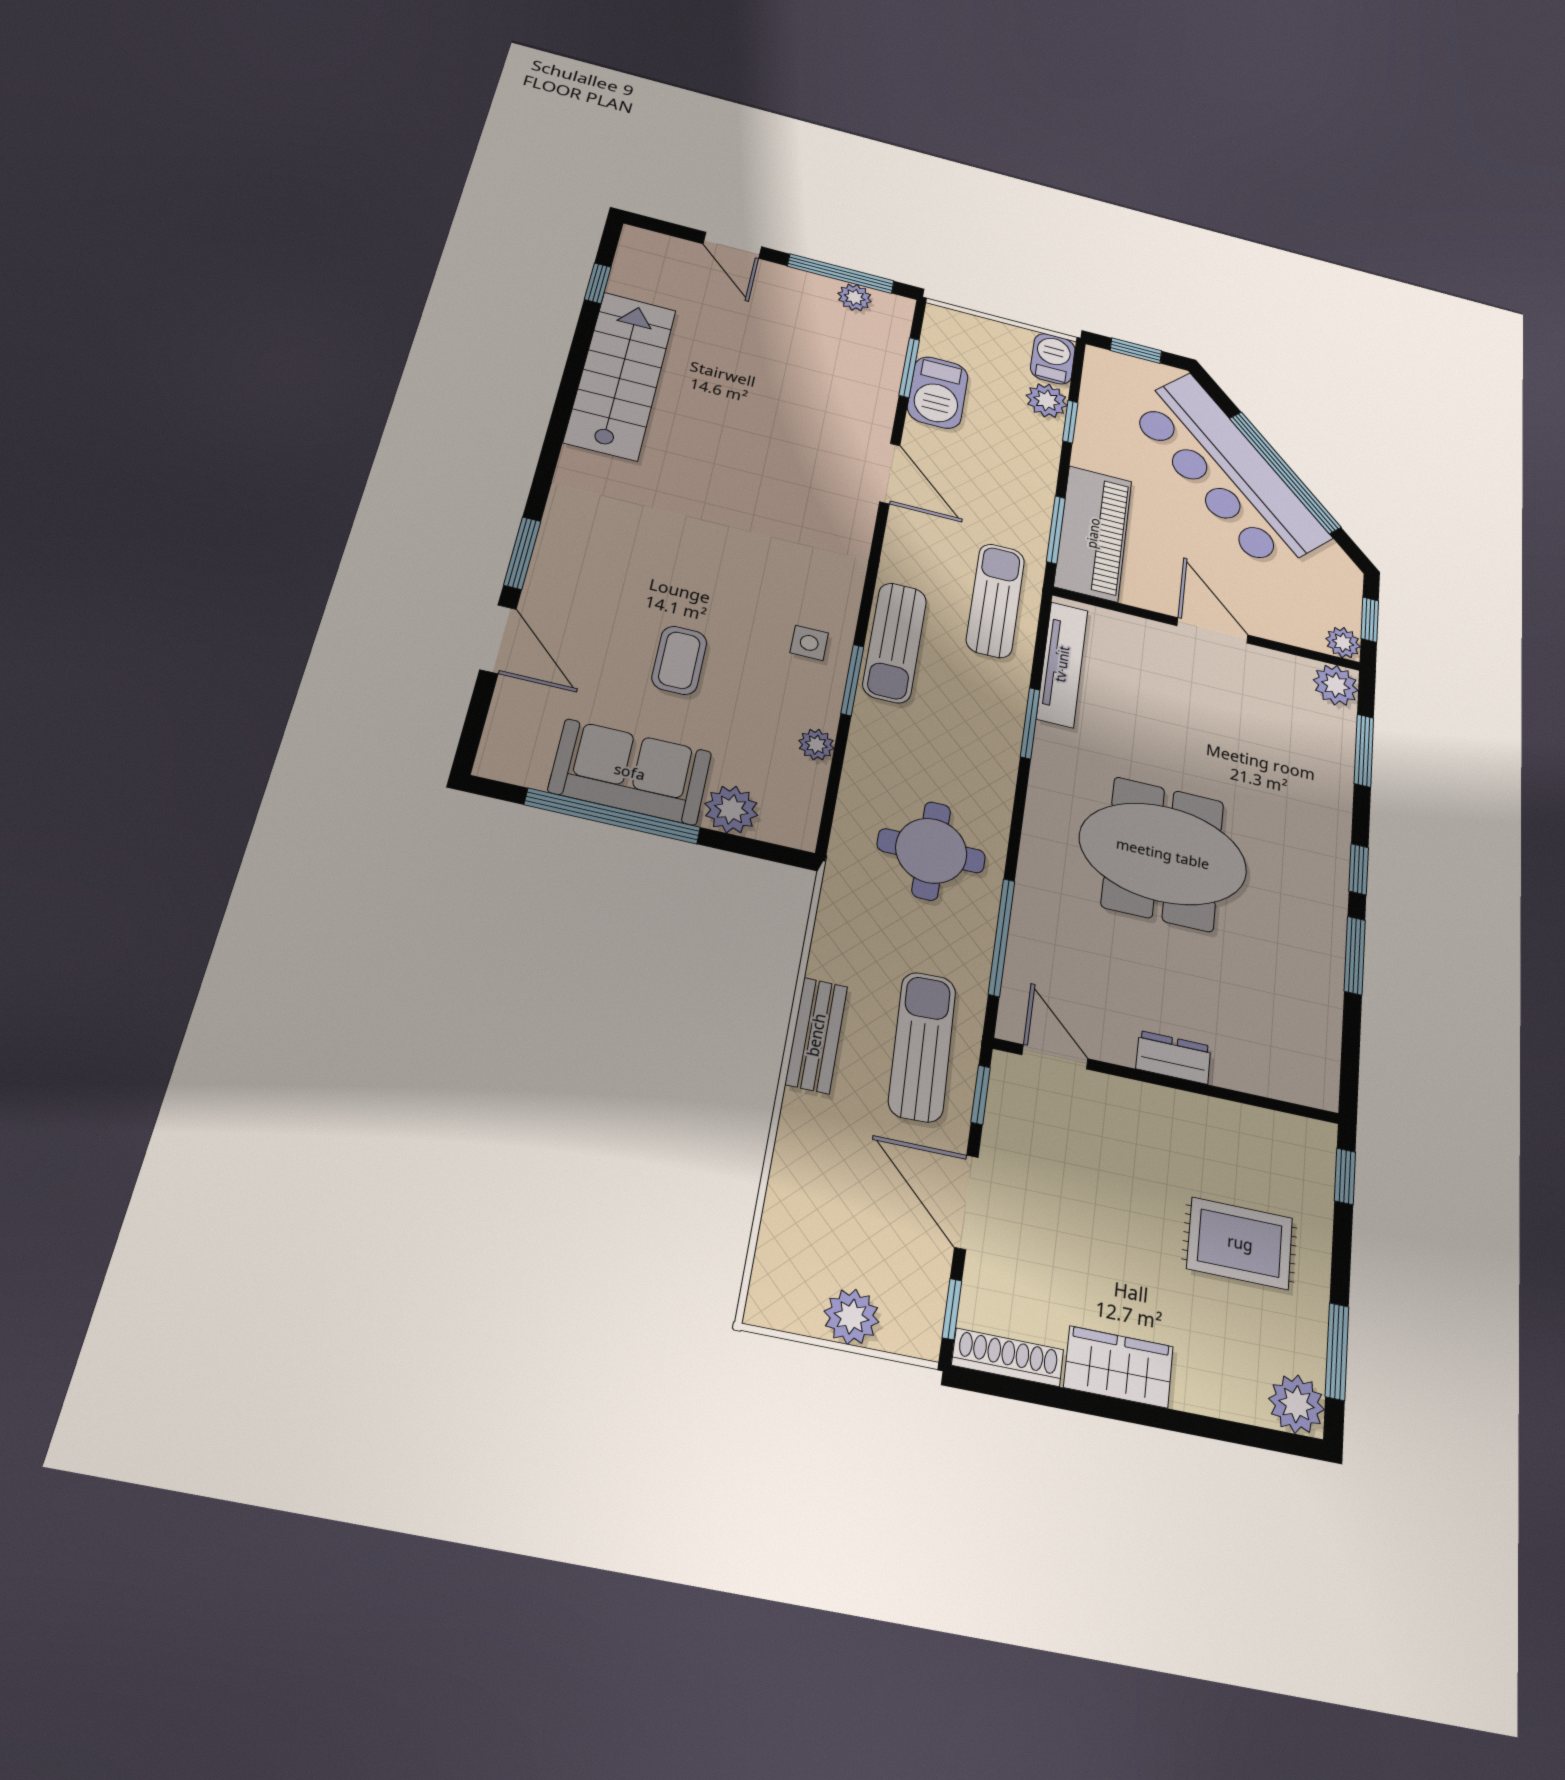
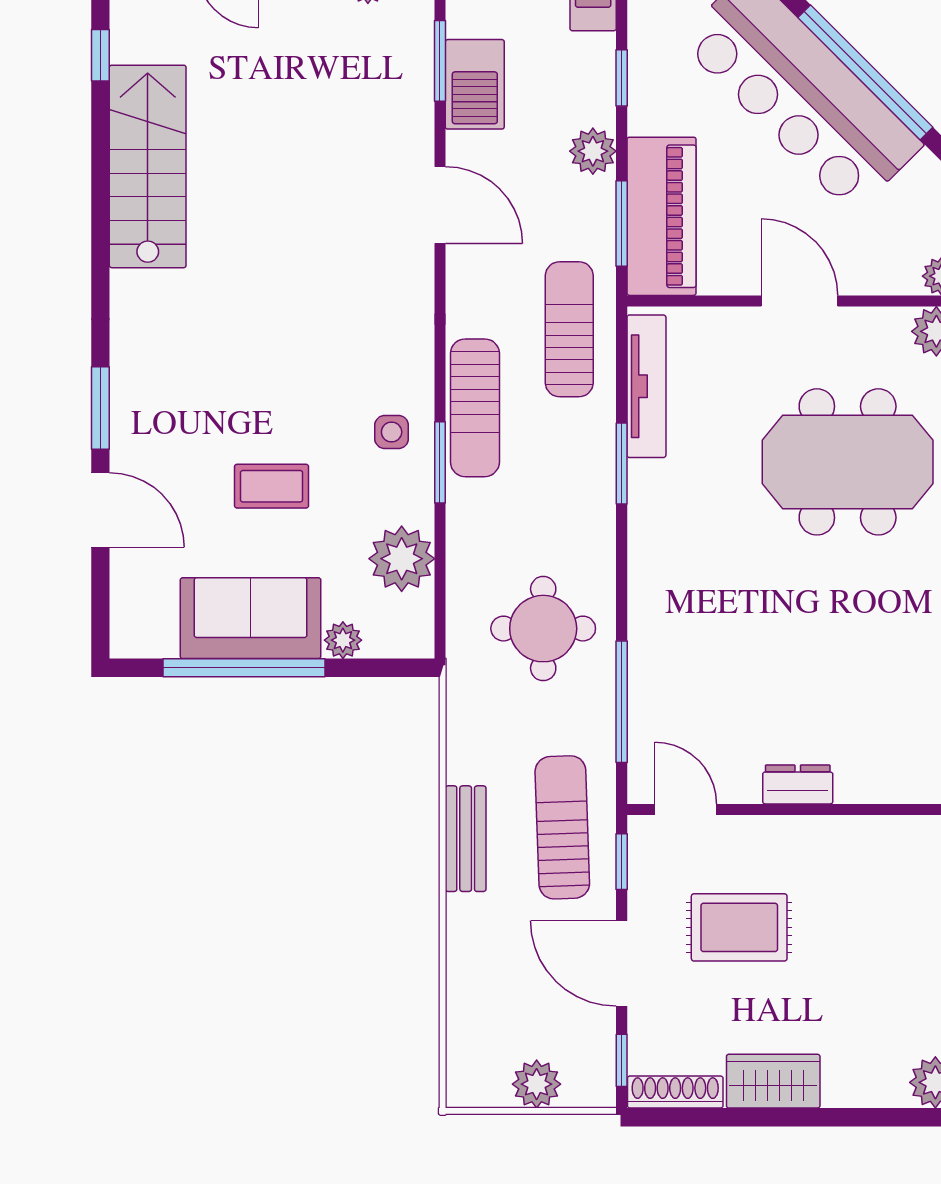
plant: (1047, 401) -> (593, 151), moved
coffee table: (679, 660) -> (272, 486), turned 90
plant: (816, 745) -> (402, 559), width x1.88, depth x1.88
plant: (731, 809) -> (343, 640), width x0.73, depth x0.73
meeting table: (1163, 854) -> (848, 462), moved
rug: (1240, 1243) -> (739, 927), moved

